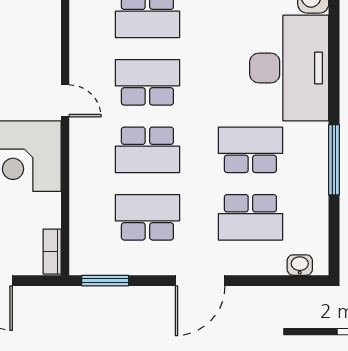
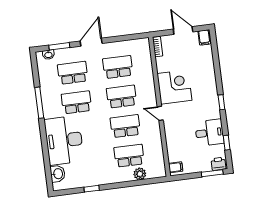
school desk: (147, 82) -> (125, 126), turned 180
school desk: (250, 150) -> (76, 102), turned 180
school desk: (147, 217) -> (118, 67), turned 180
window: (105, 281) -> (59, 46), moved

